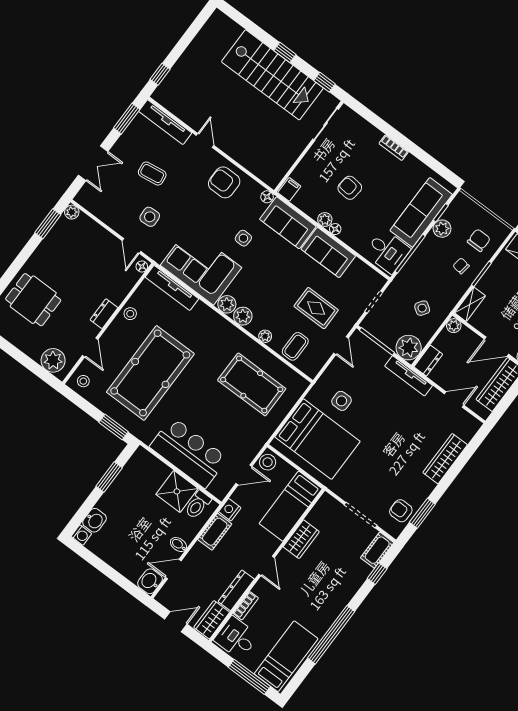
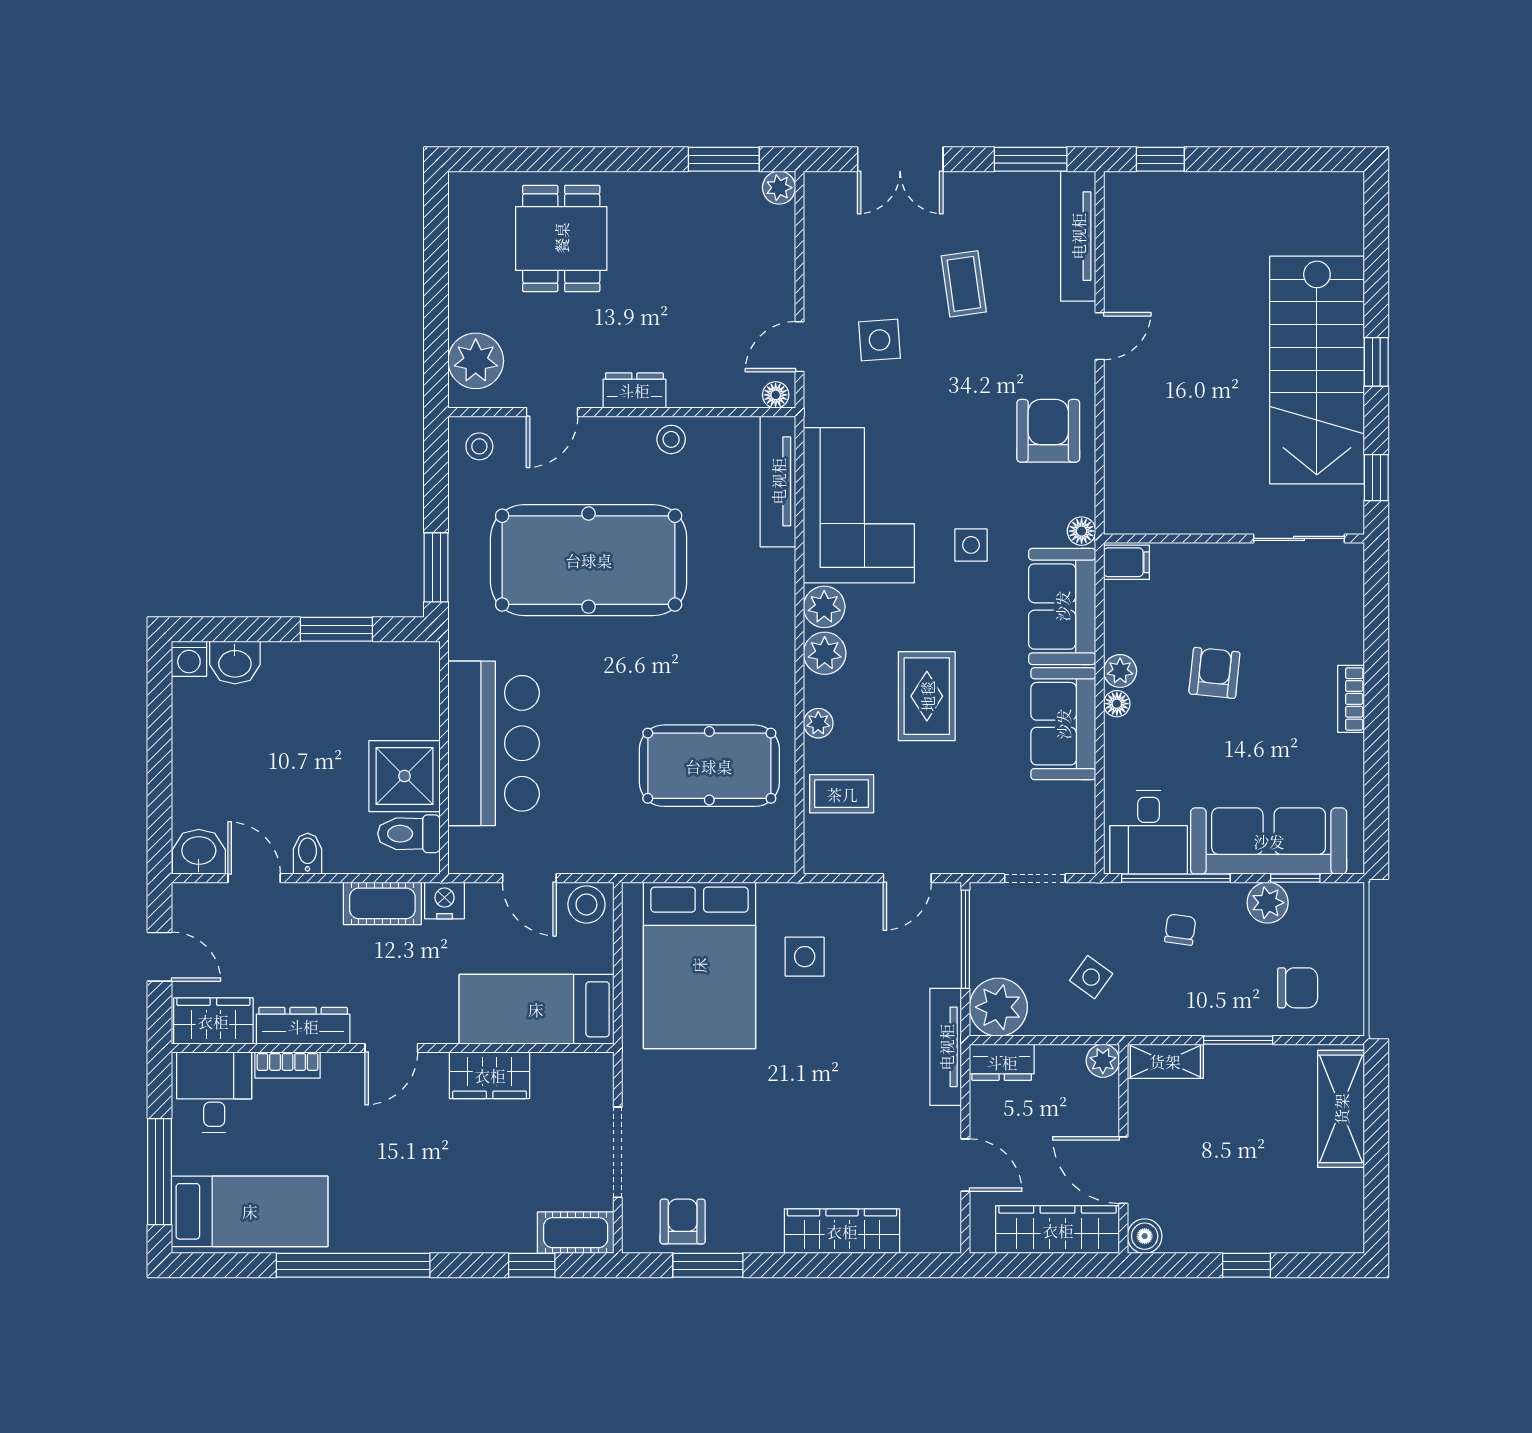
chair: (461, 266) -> (1180, 930), moved
rug: (316, 308) -> (927, 696), moved
pool table: (252, 384) -> (709, 766), turned 90

